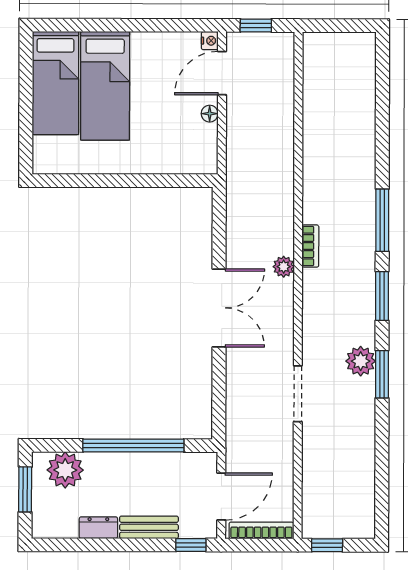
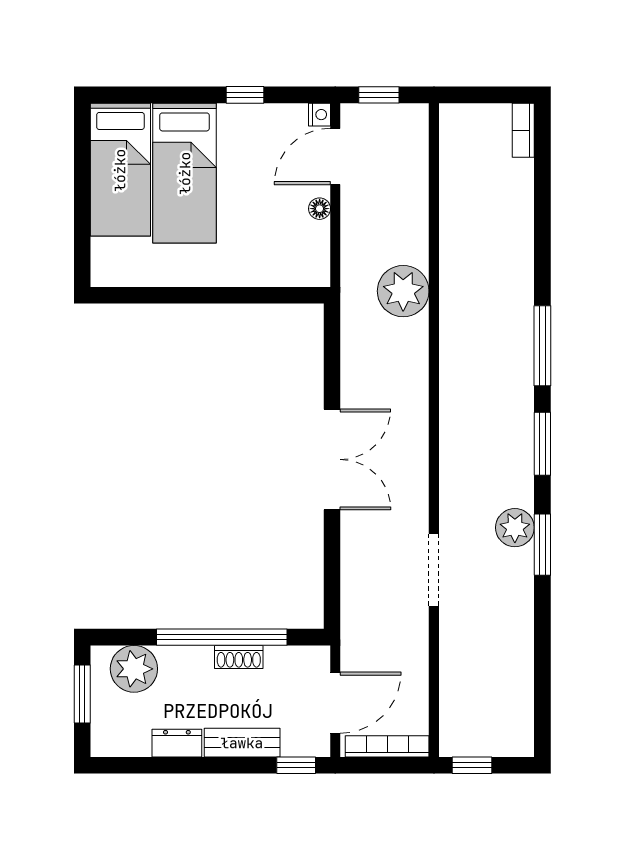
window: (152, 25) -> (245, 95), added
bookcase: (310, 246) -> (523, 130), moved, turned 180
plant: (284, 267) -> (403, 291), moved, width x1.88, depth x1.88
shoe rack: (146, 461) -> (239, 657), added

